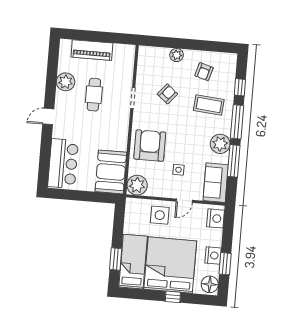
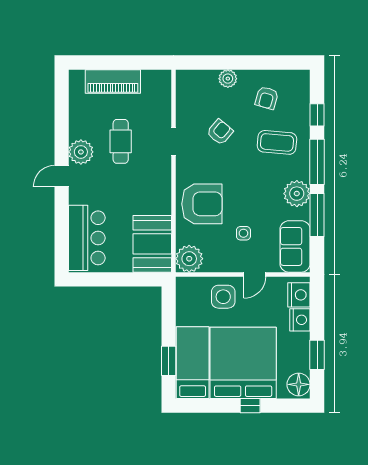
plant: (66, 82) -> (81, 152), moved
armchair: (150, 146) -> (202, 204), turned 90
nightstand: (213, 255) -> (300, 320), moved

